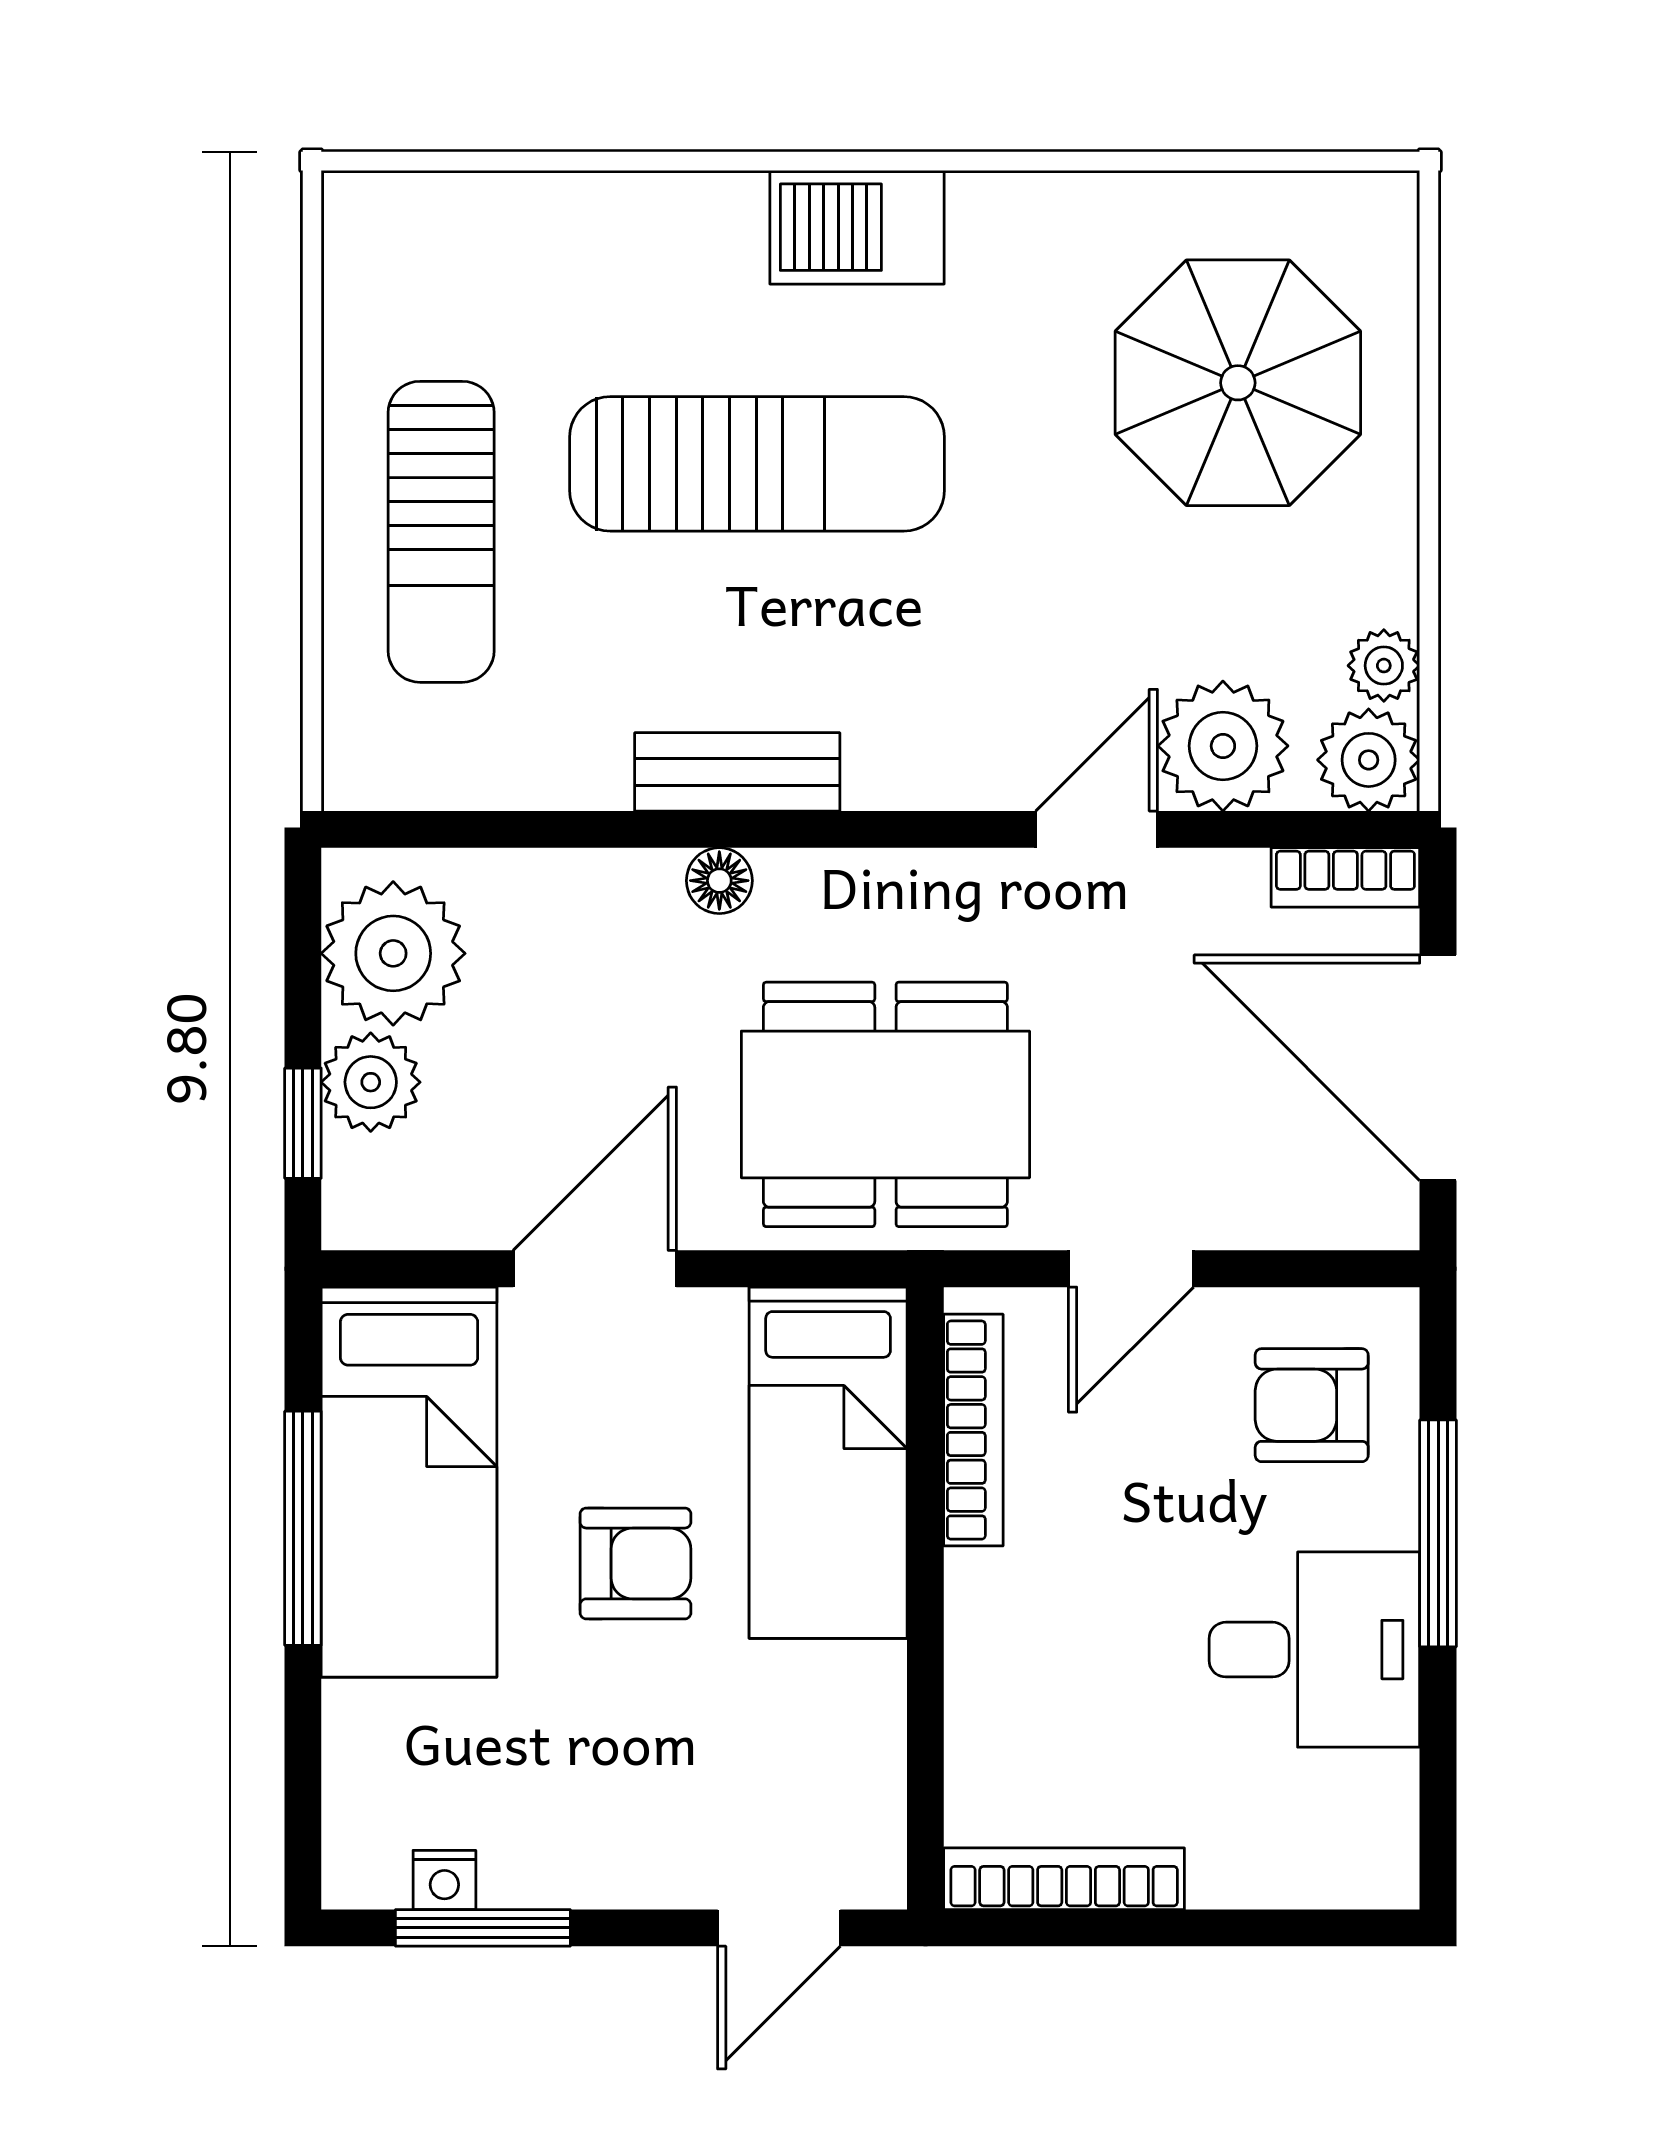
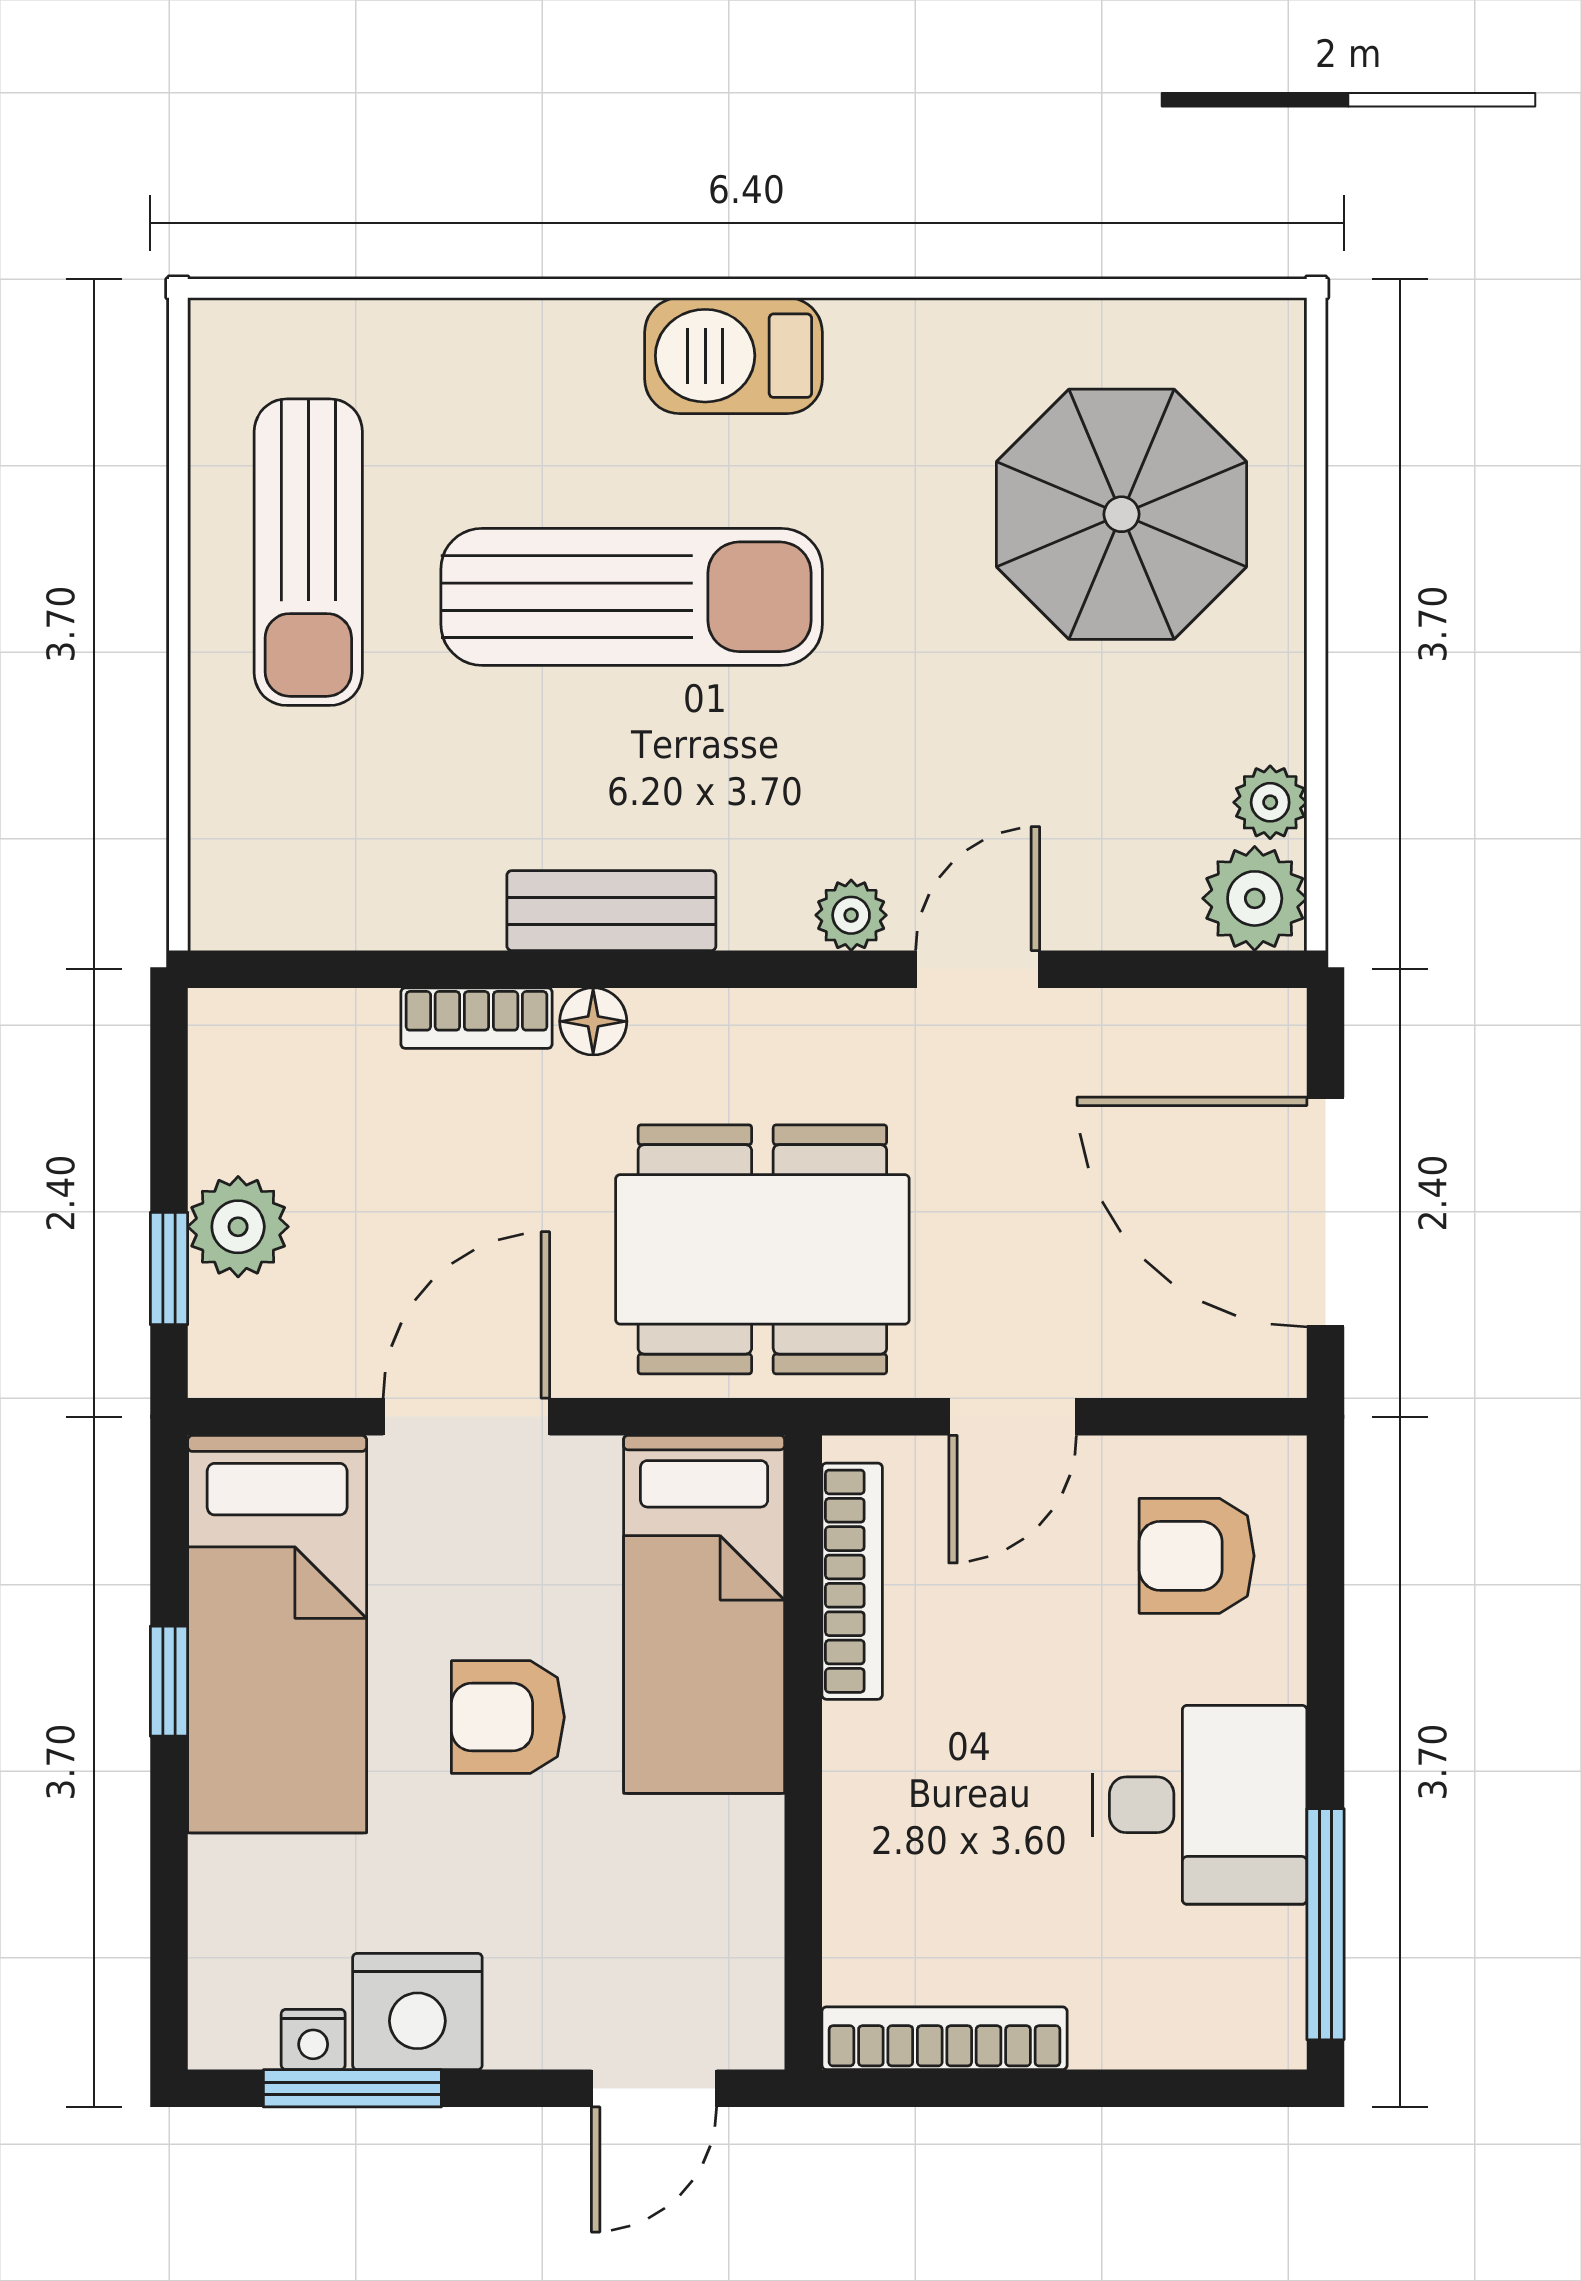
sun lounger: (441, 532) -> (308, 552), moved
plant: (1223, 746) -> (851, 915), moved, width x0.53, depth x0.53
bookcase: (1345, 877) -> (476, 1018), moved
plant: (393, 953) -> (261, 1096), removed
window: (303, 1528) -> (169, 1681), width x0.46
window: (1438, 1533) -> (1325, 1924), moved
armchair: (636, 1563) -> (508, 1717), turned 180
nightstand: (547, 1852) -> (417, 2012), added

